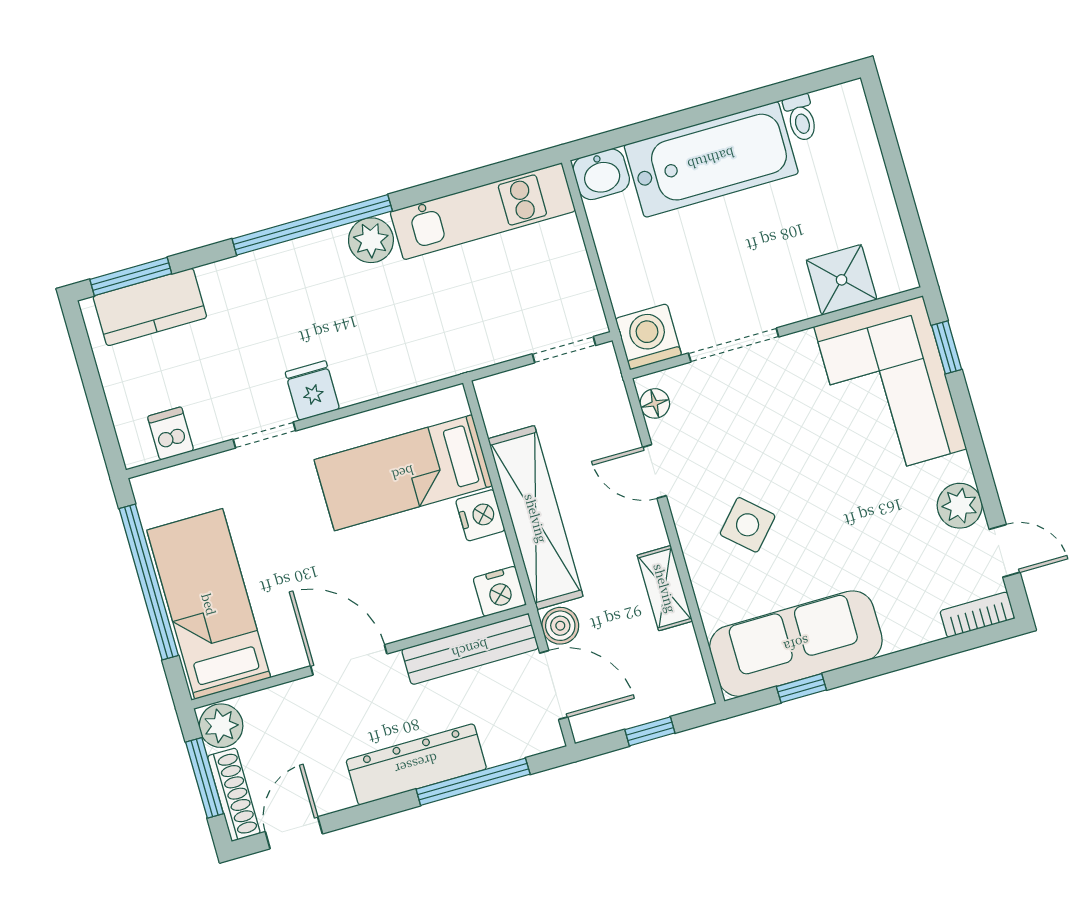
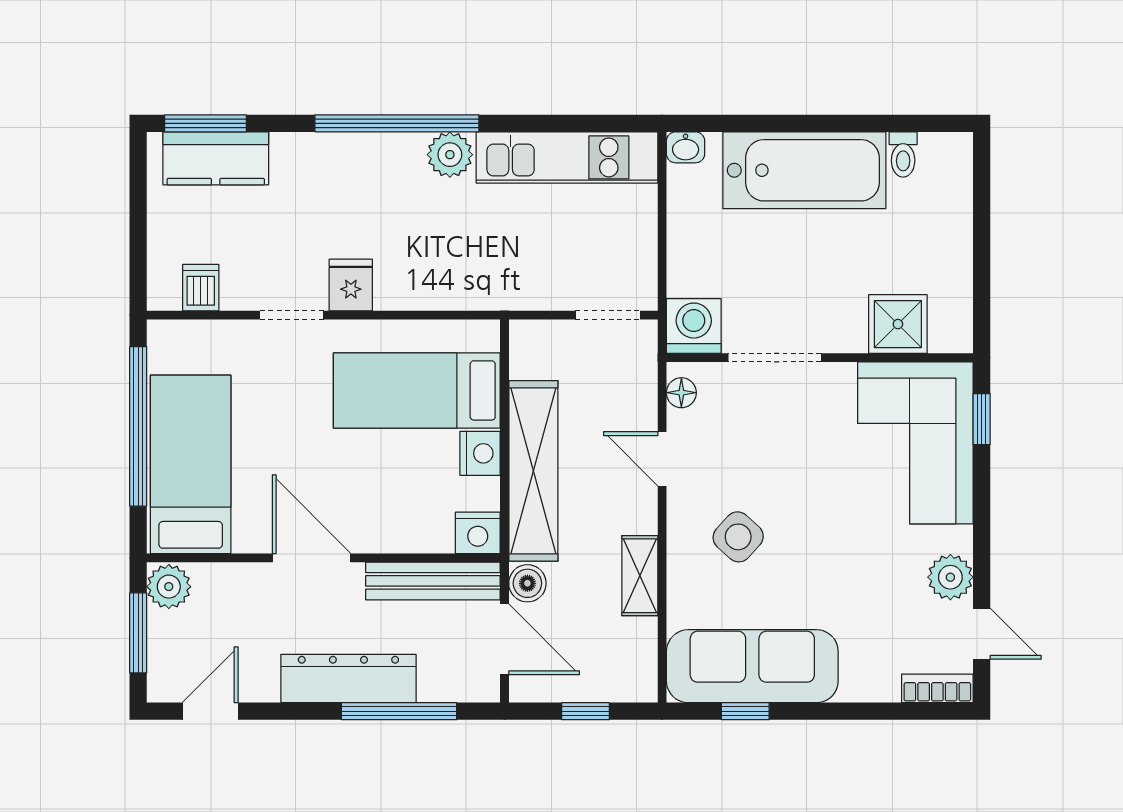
washbasin: (601, 174) -> (686, 147), width x0.72, depth x0.69
shoe rack: (234, 795) -> (162, 657), removed

